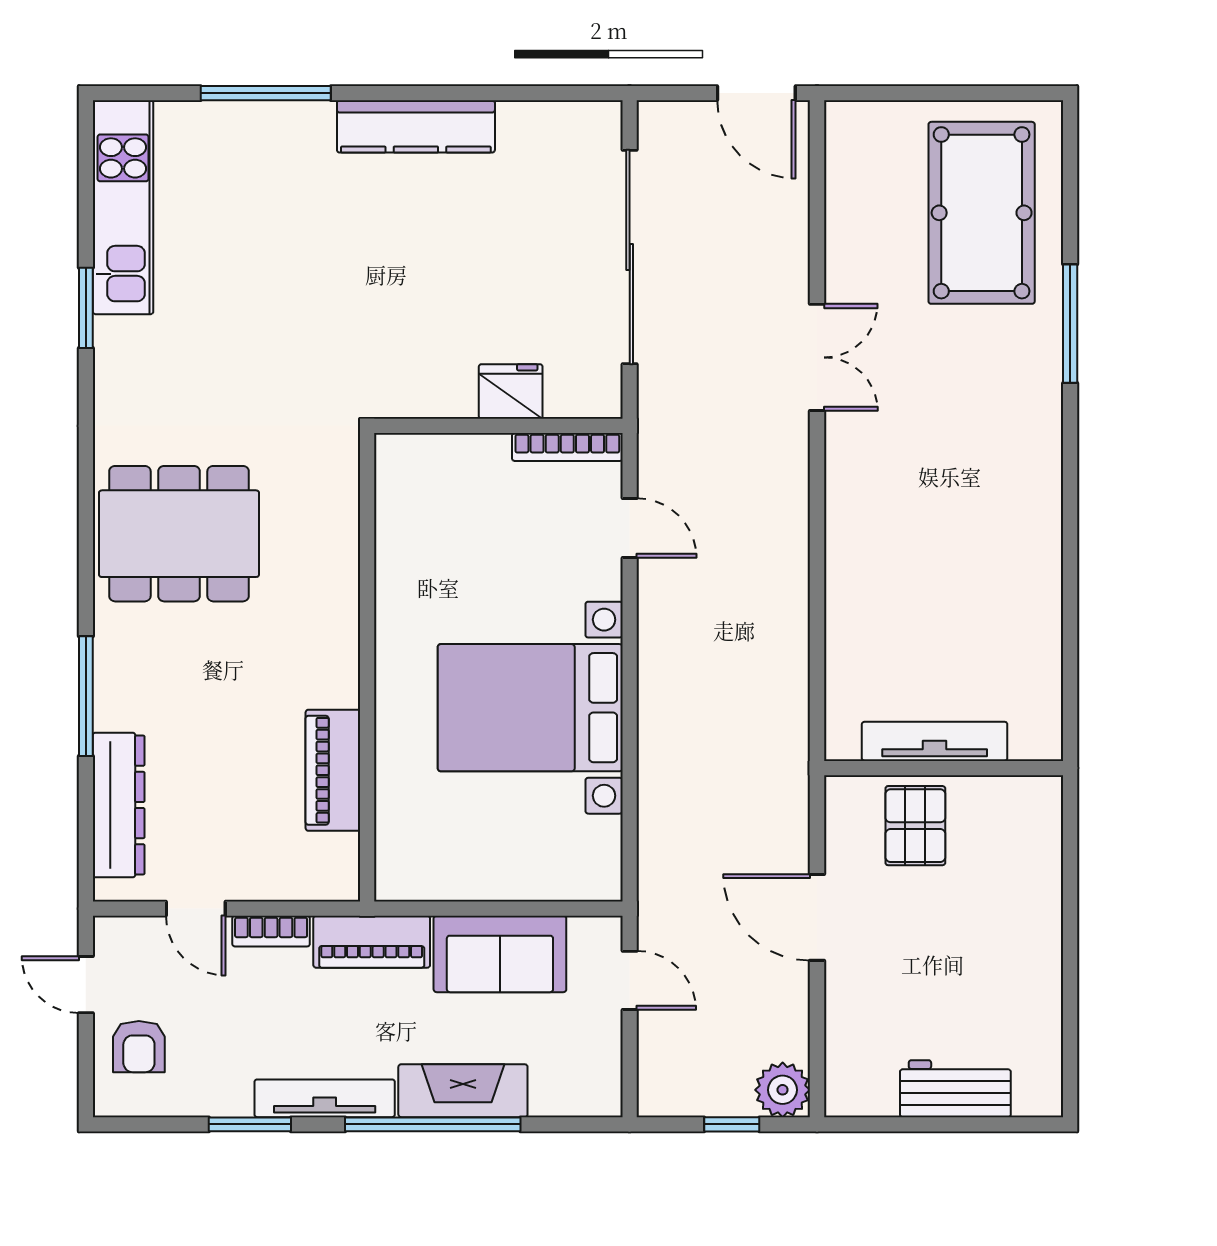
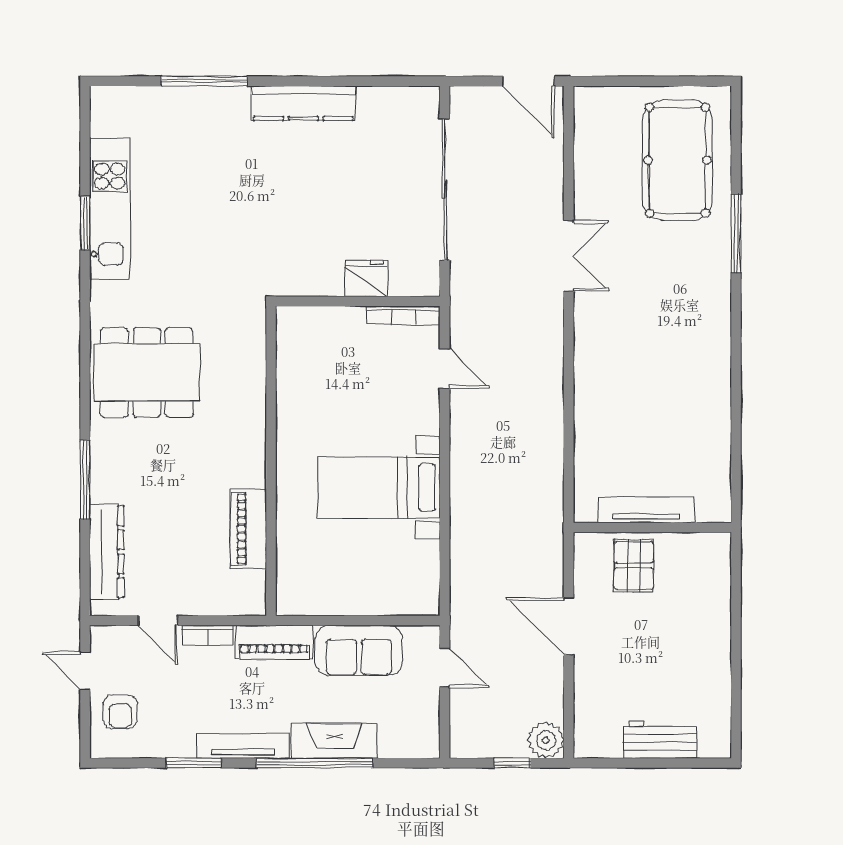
kitchen unit: (123, 207) -> (110, 209), moved
bed with nightstands: (530, 708) -> (379, 488), width x0.73

